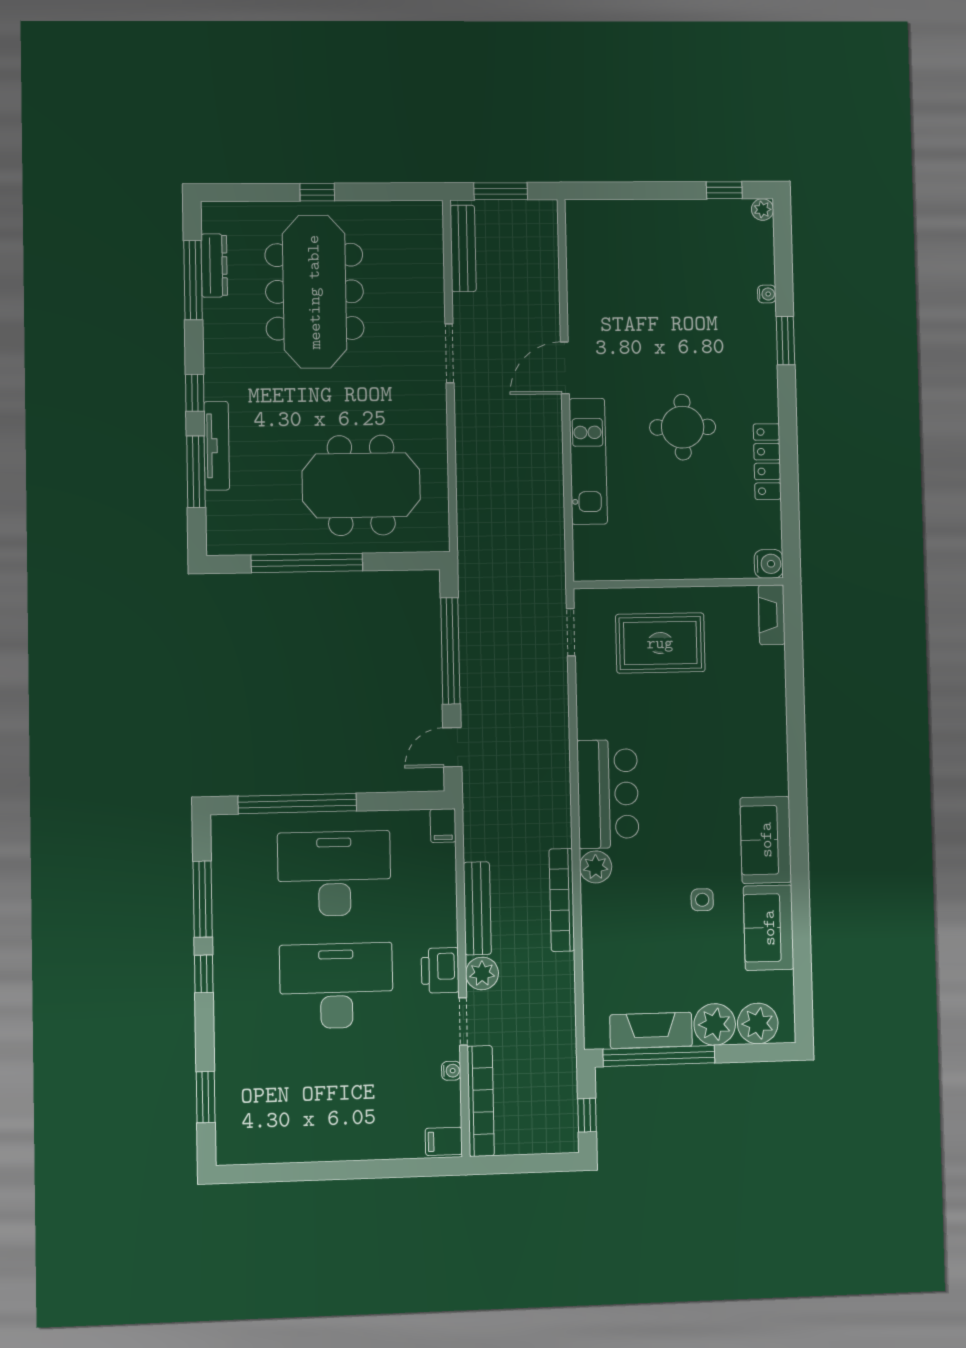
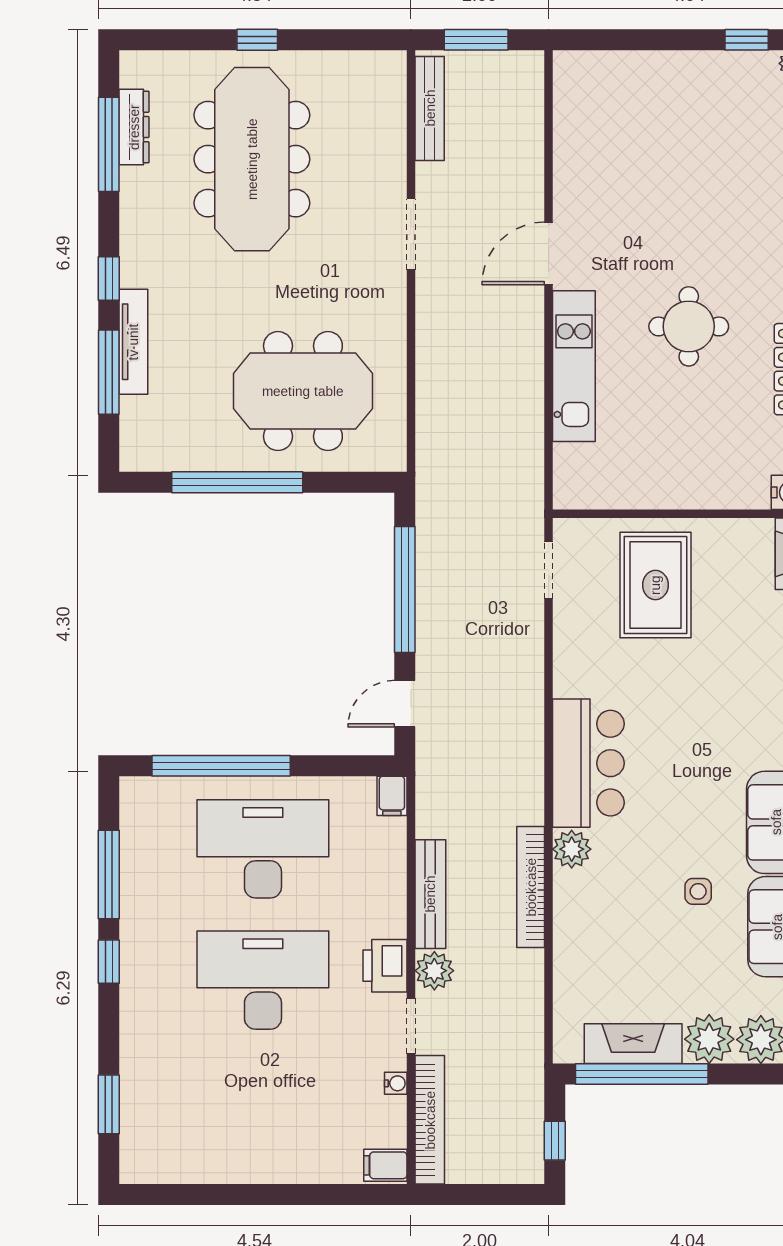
rug: (660, 643) -> (655, 585), turned 90

